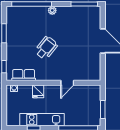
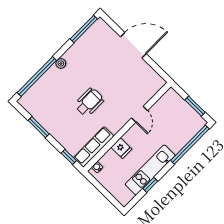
wheelchair: (46, 48) -> (89, 102), turned 51
row of seats: (24, 75) -> (94, 147), width x1.48

